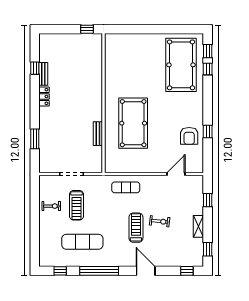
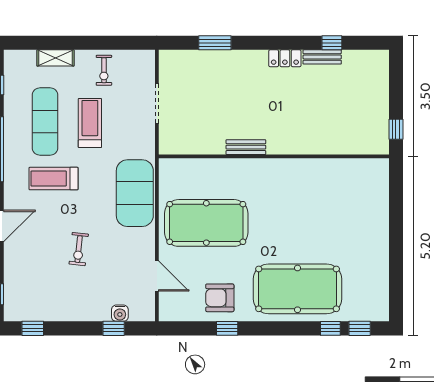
pool table: (181, 65) -> (298, 289), moved
pool table: (133, 123) -> (206, 223), moved
bench: (98, 134) -> (246, 147), moved
exercise mat: (126, 187) -> (135, 193), width x2.00, depth x1.45
water cooler: (198, 196) -> (120, 313), added
treadmill: (76, 205) -> (90, 123), moved, turned 90
shelving: (198, 226) -> (55, 58), moved
treadmill: (136, 228) -> (53, 179), moved, turned 180

